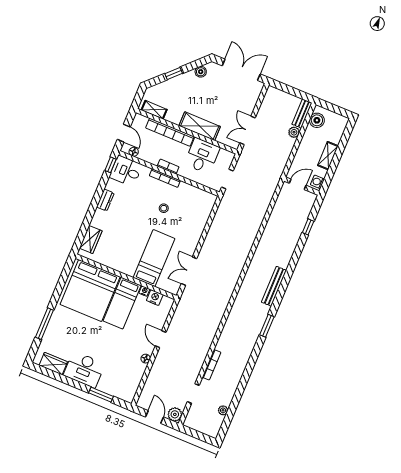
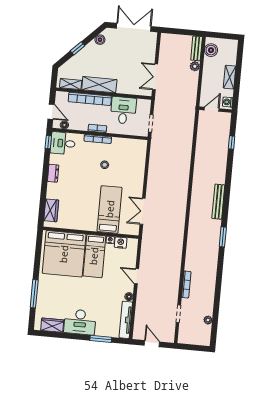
shelving: (200, 126) -> (99, 85), moved
tv unit: (134, 383) -> (126, 320), added
plant: (175, 414) -> (168, 336), removed

